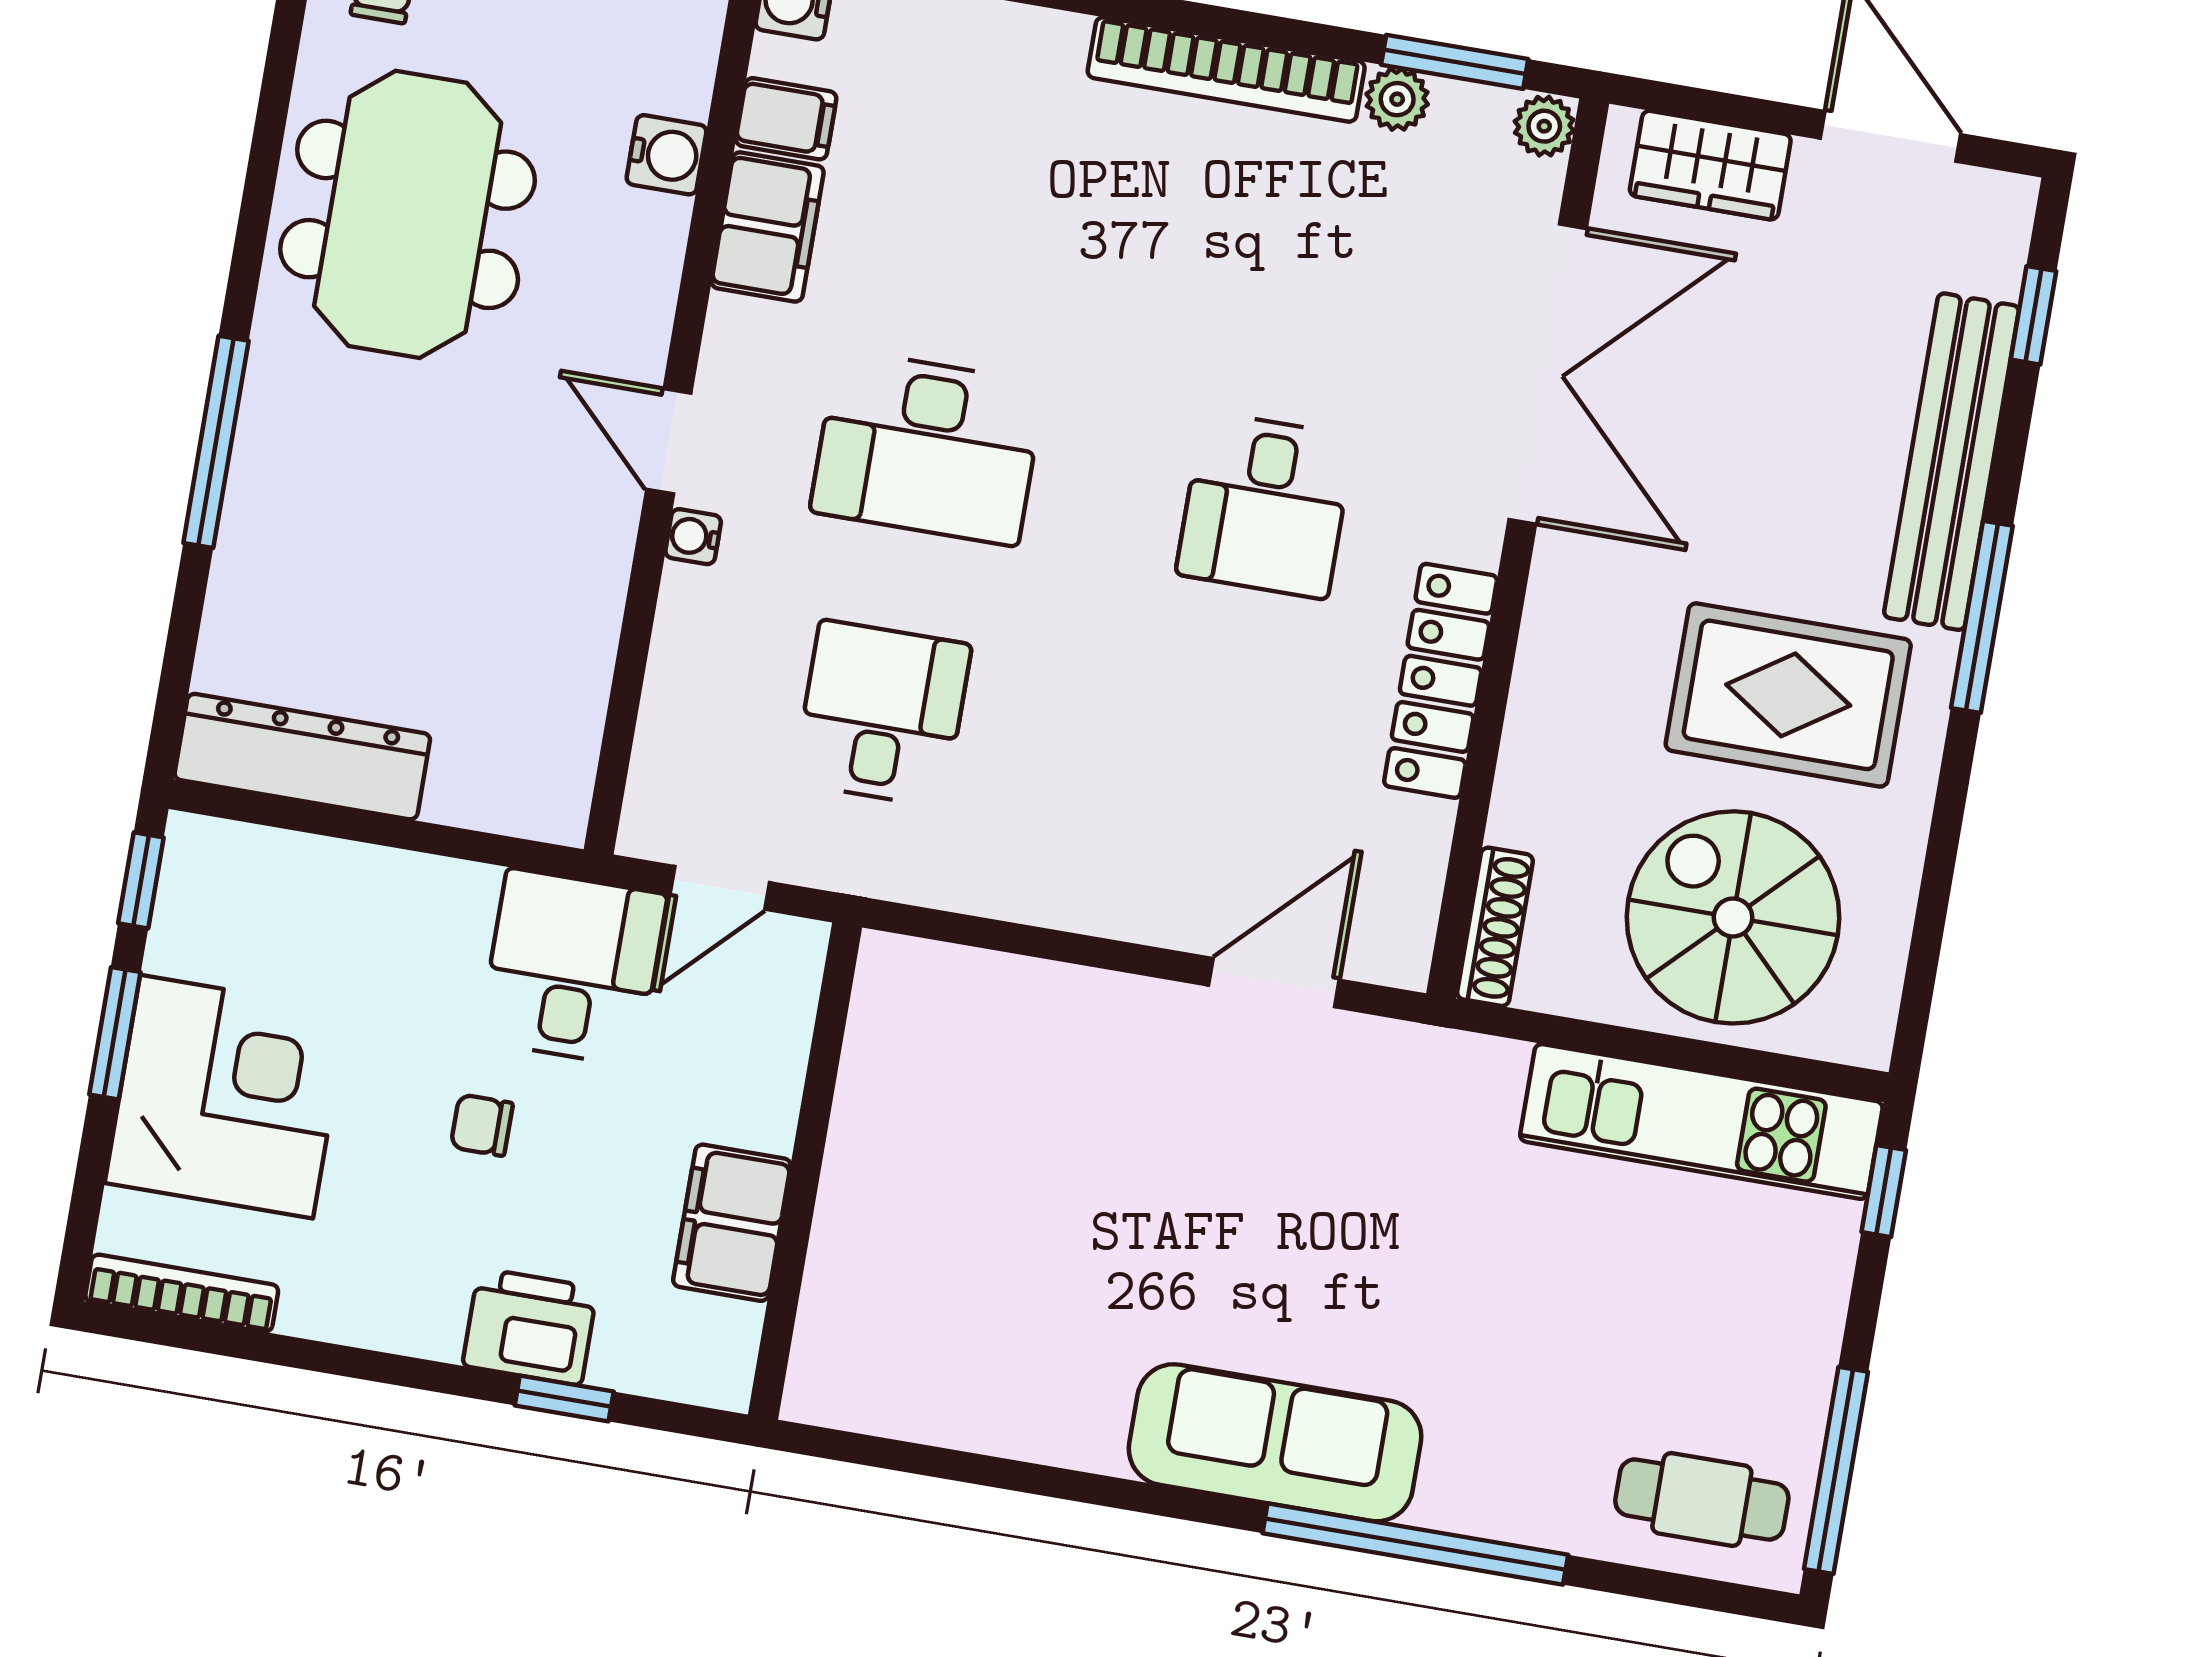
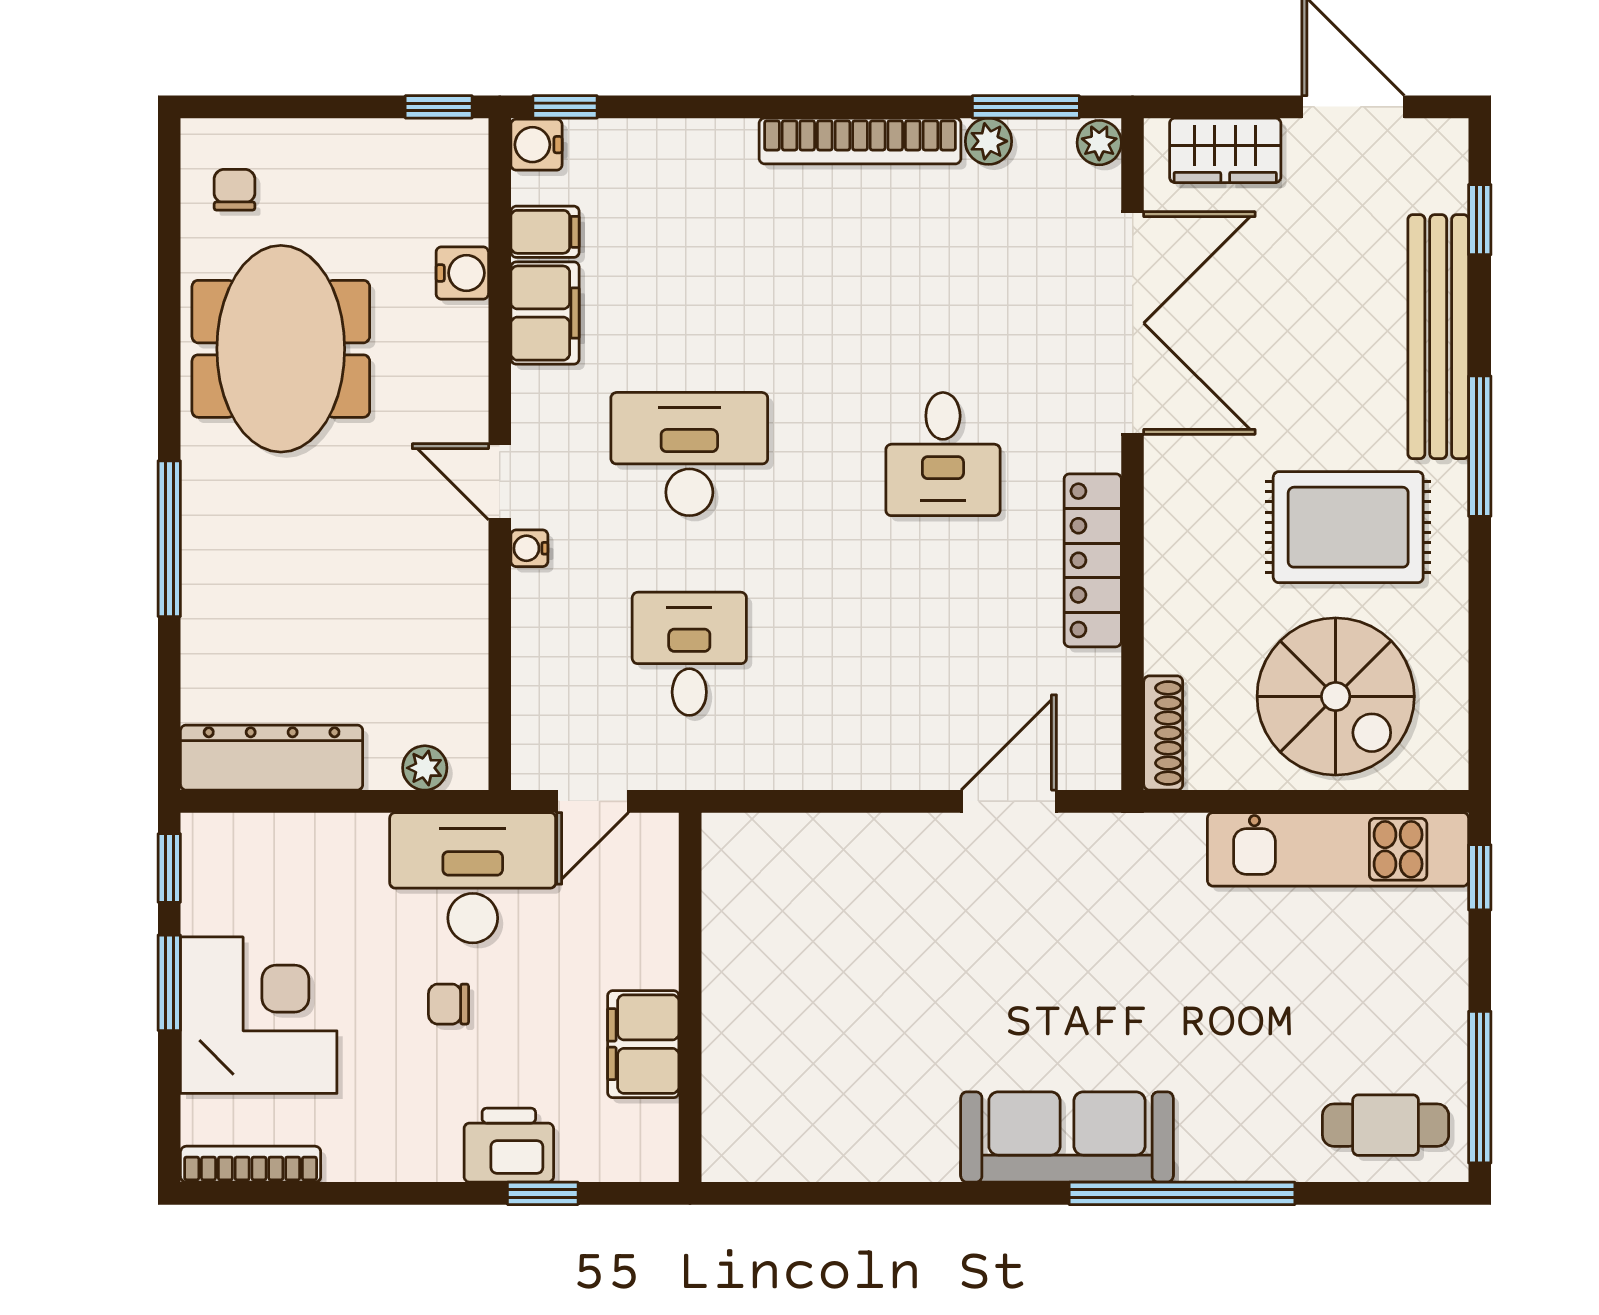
desk: (928, 448) -> (689, 454), turned 180
plant: (504, 805) -> (425, 768), added
spiral stairs: (1733, 917) -> (1336, 696), turned 180
desk: (573, 967) -> (473, 878), width x1.37

